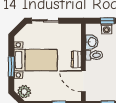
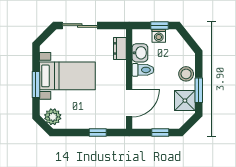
dresser: (76, 59) -> (120, 48), moved
door: (83, 81) -> (129, 103), swing flipped

